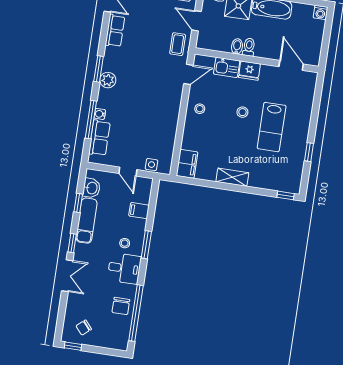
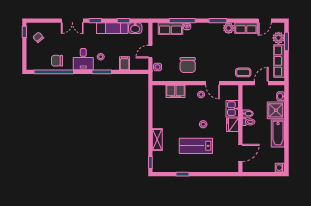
door: (188, 74) -> (213, 83), moved
plant: (108, 80) -> (229, 28), moved
chair: (155, 121) -> (188, 65), added
filing cabinet: (187, 164) -> (175, 91), moved
shelving: (232, 177) -> (157, 140), moved

